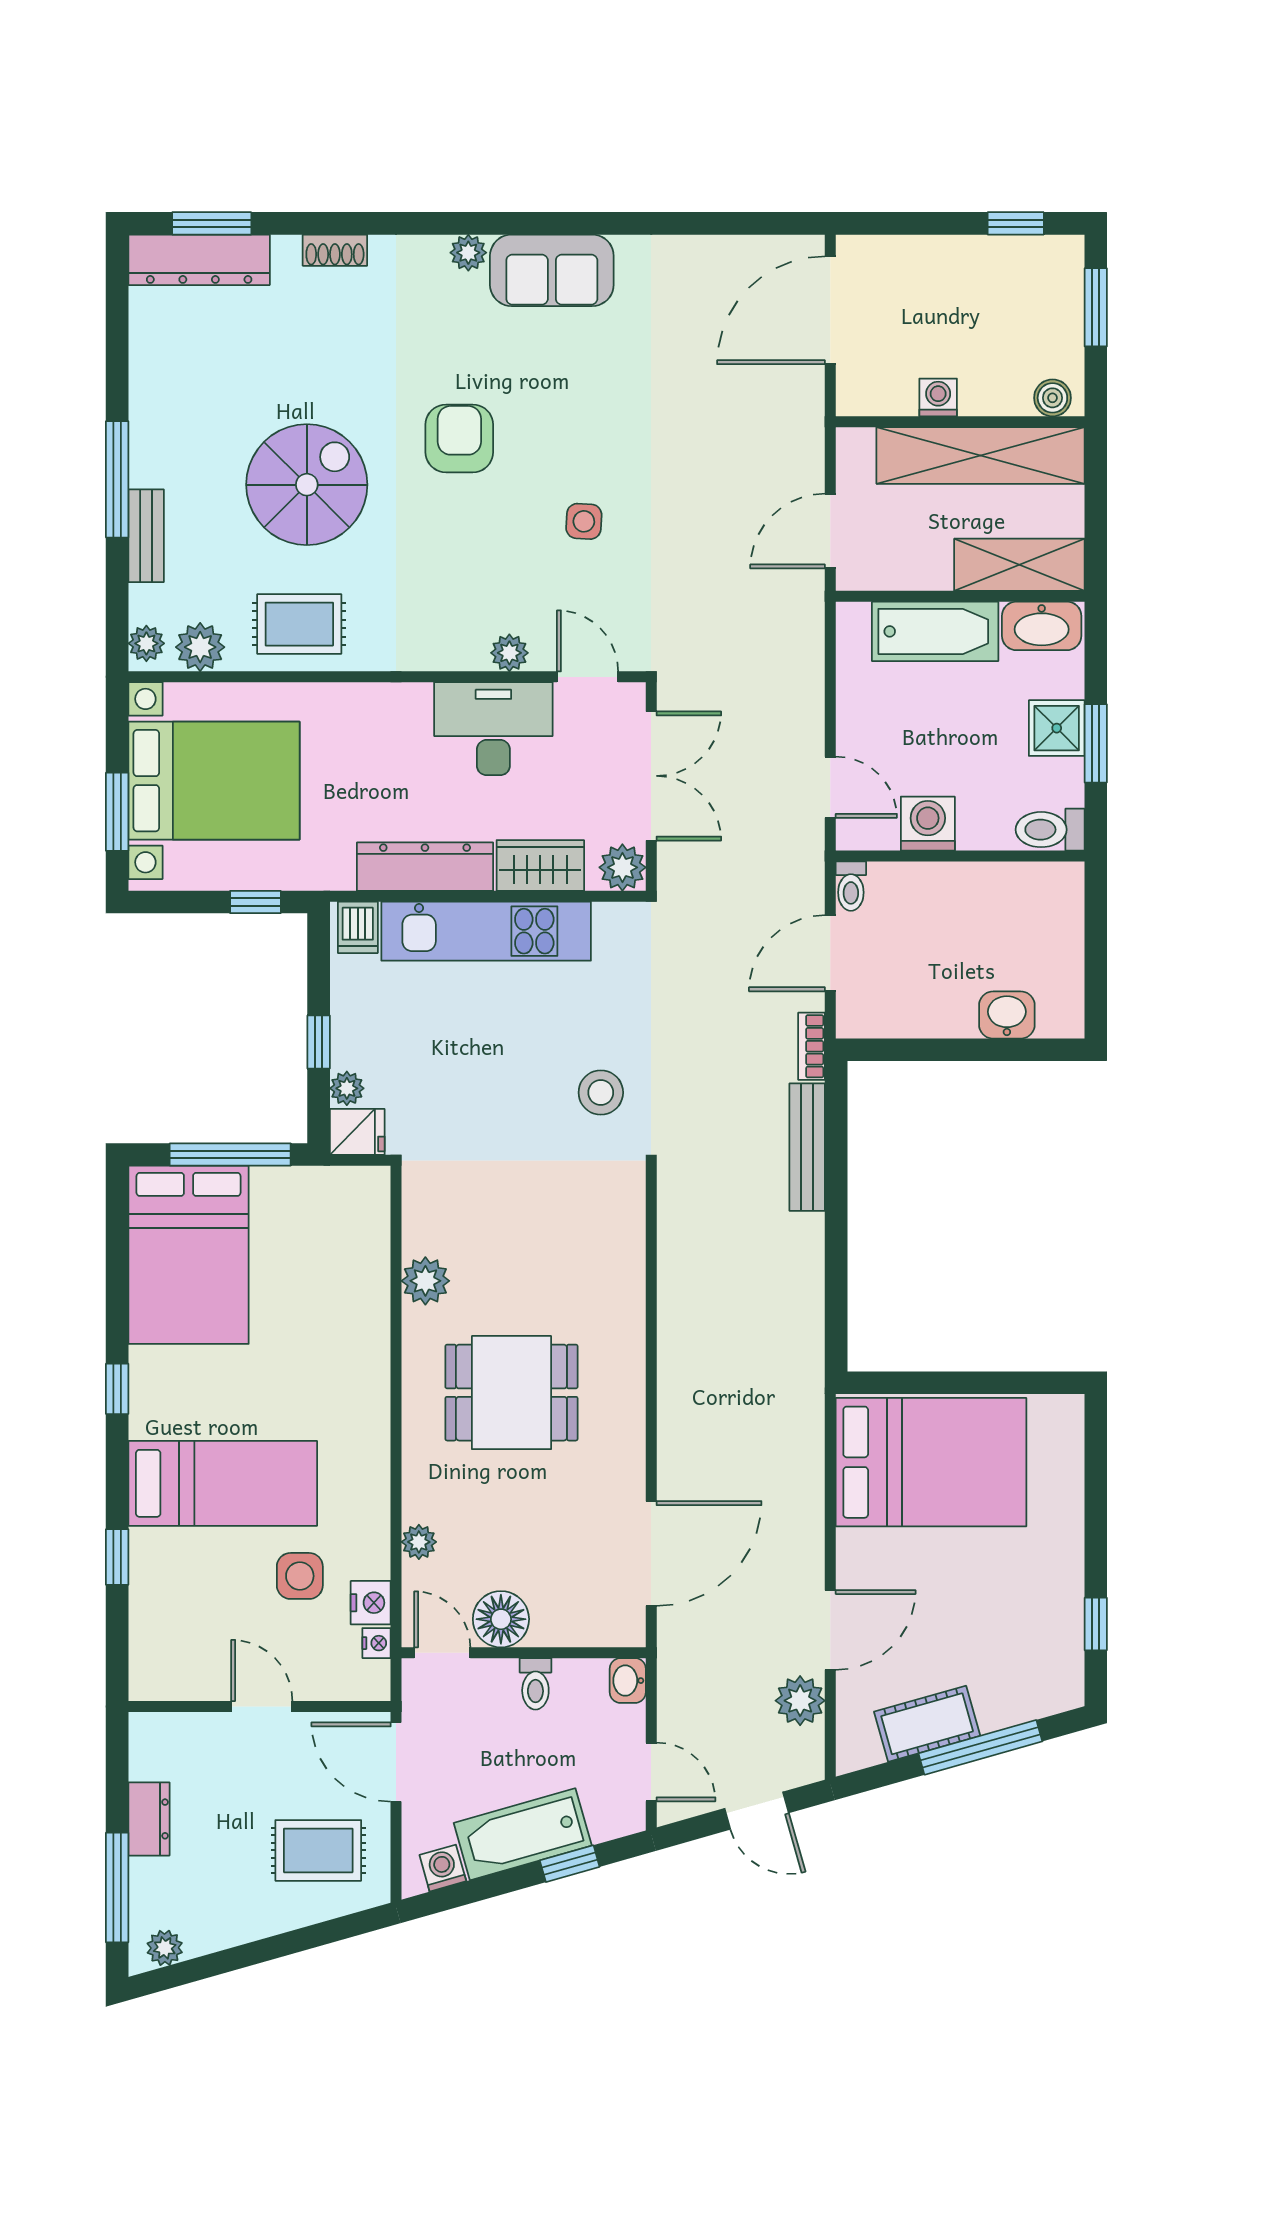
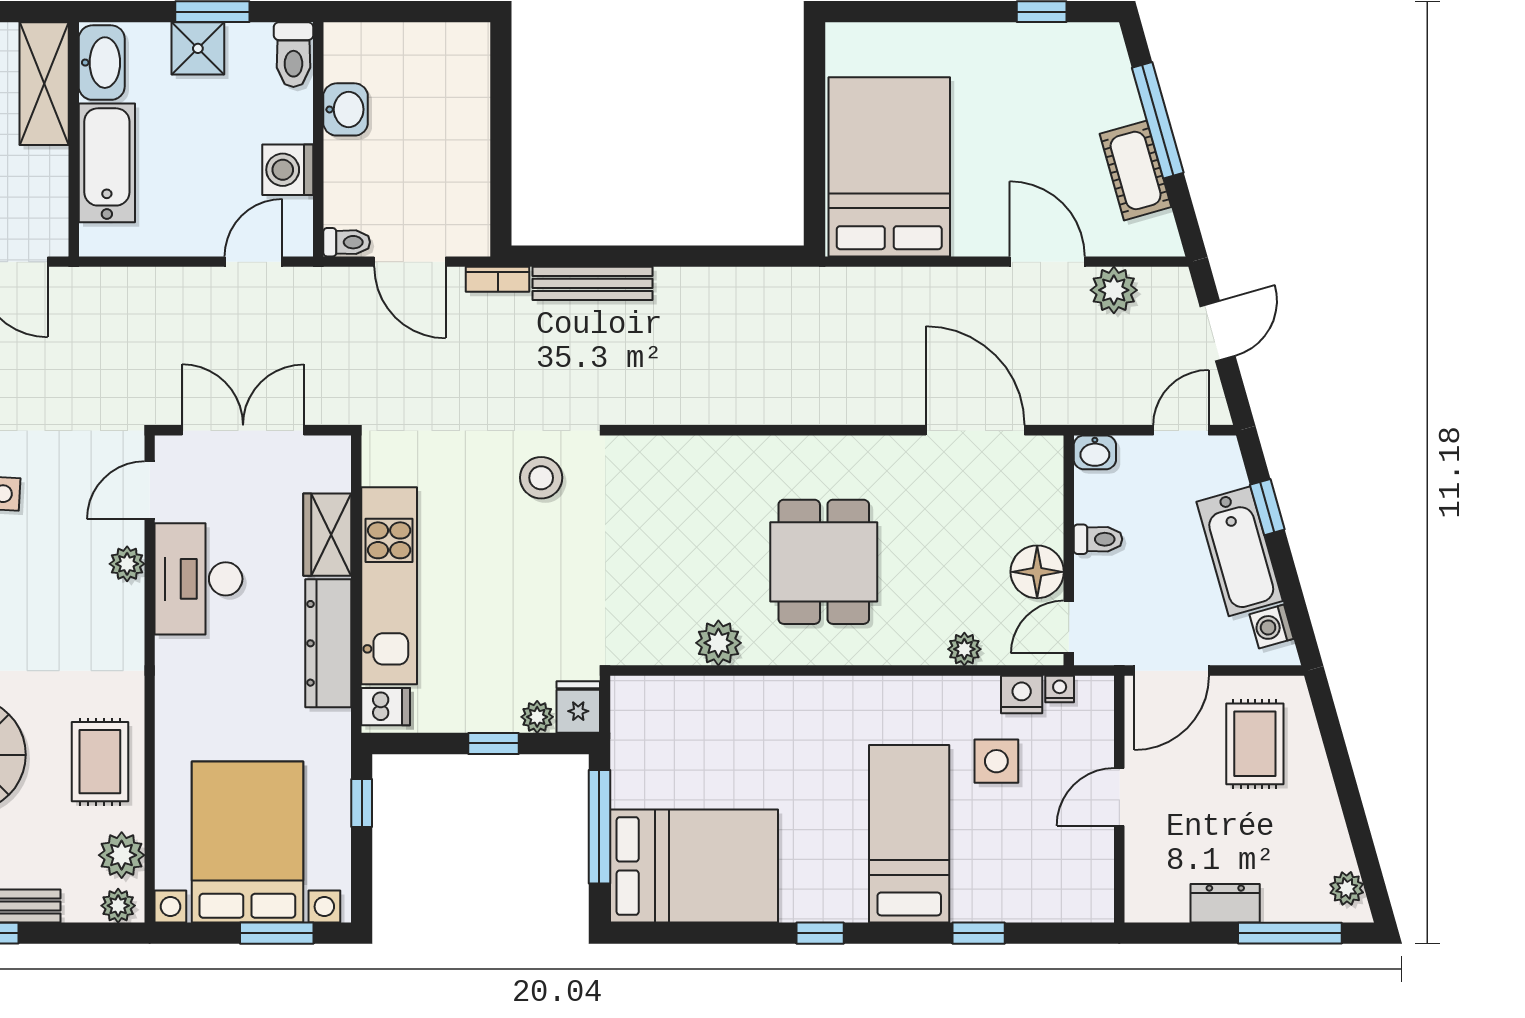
plant: (622, 867) -> (329, 457), removed
washbasin: (1007, 1015) -> (346, 109), moved, turned 180

